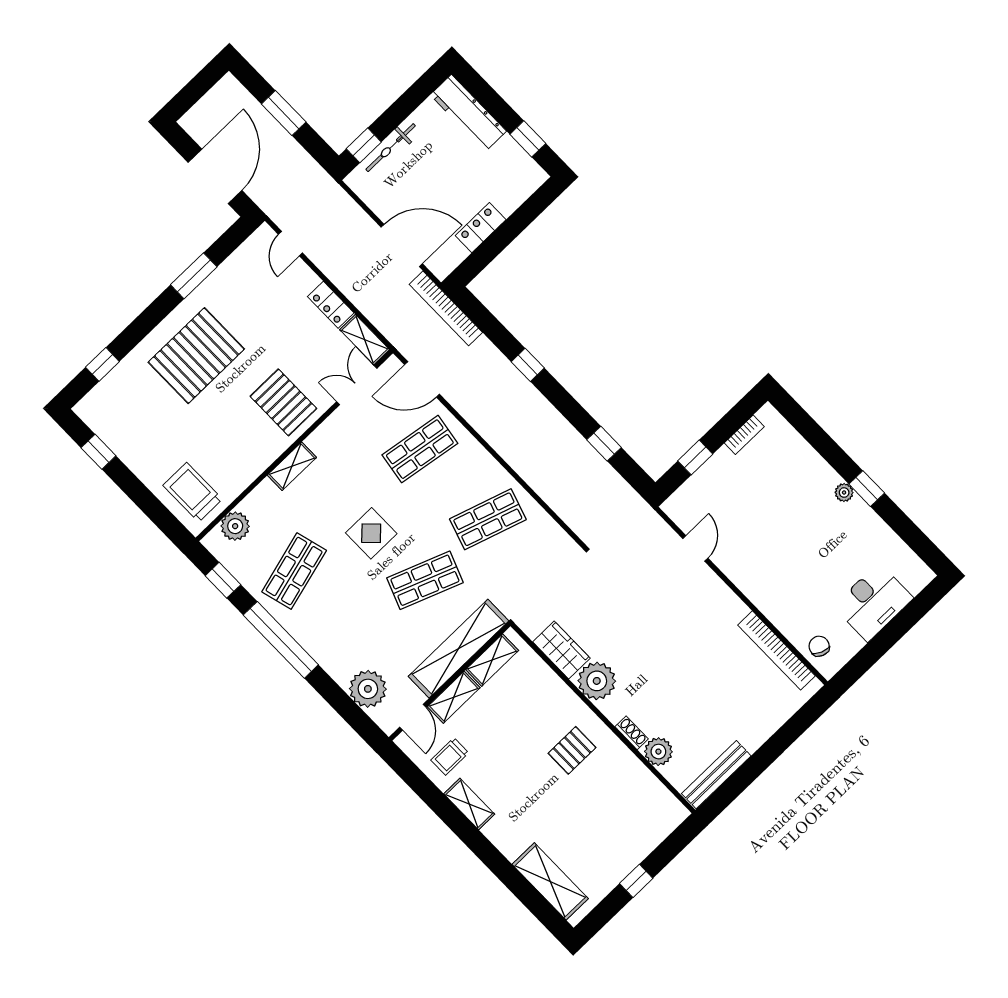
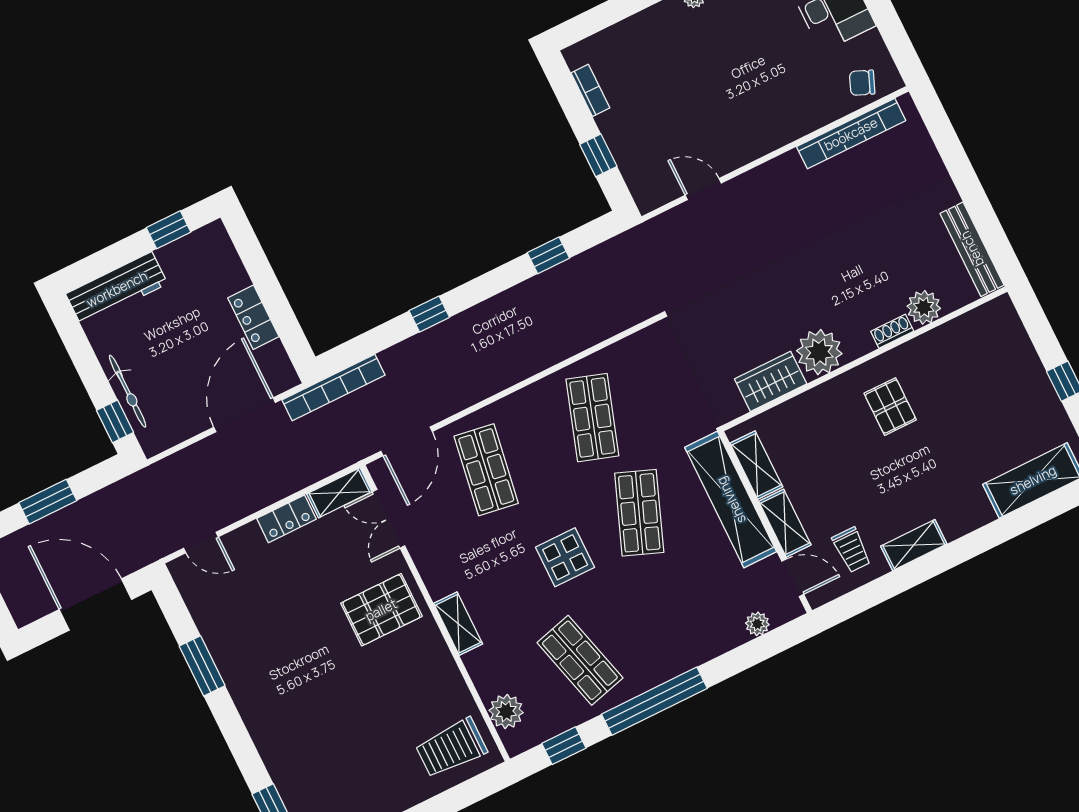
pallet: (196, 356) -> (295, 693), removed
plant: (368, 689) -> (757, 624), width x0.53, depth x0.53

